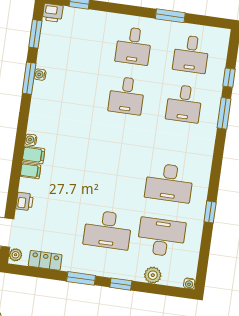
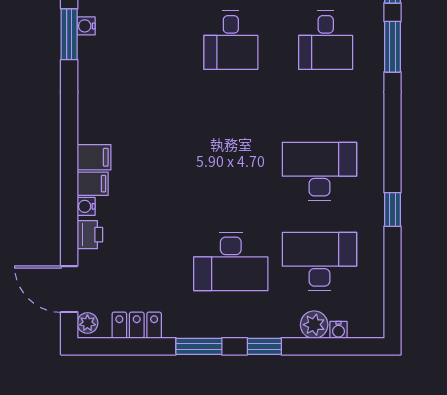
water cooler: (31, 140) -> (86, 206), moved
desk: (169, 183) -> (319, 171), turned 180
water cooler: (189, 283) -> (339, 330), moved

